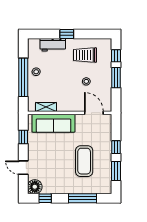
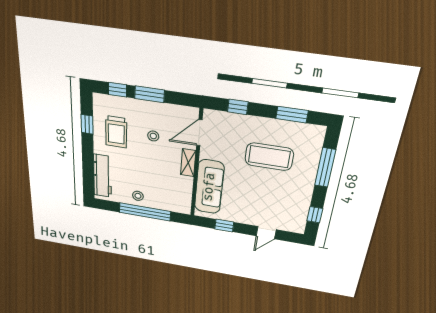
window: (67, 34) -> (87, 124), moved
workbench: (53, 45) -> (102, 176), width x1.38
shelving: (46, 107) -> (188, 163), moved
window: (116, 147) -> (238, 107), moved
floor lamp: (35, 187) -> (296, 224), removed

